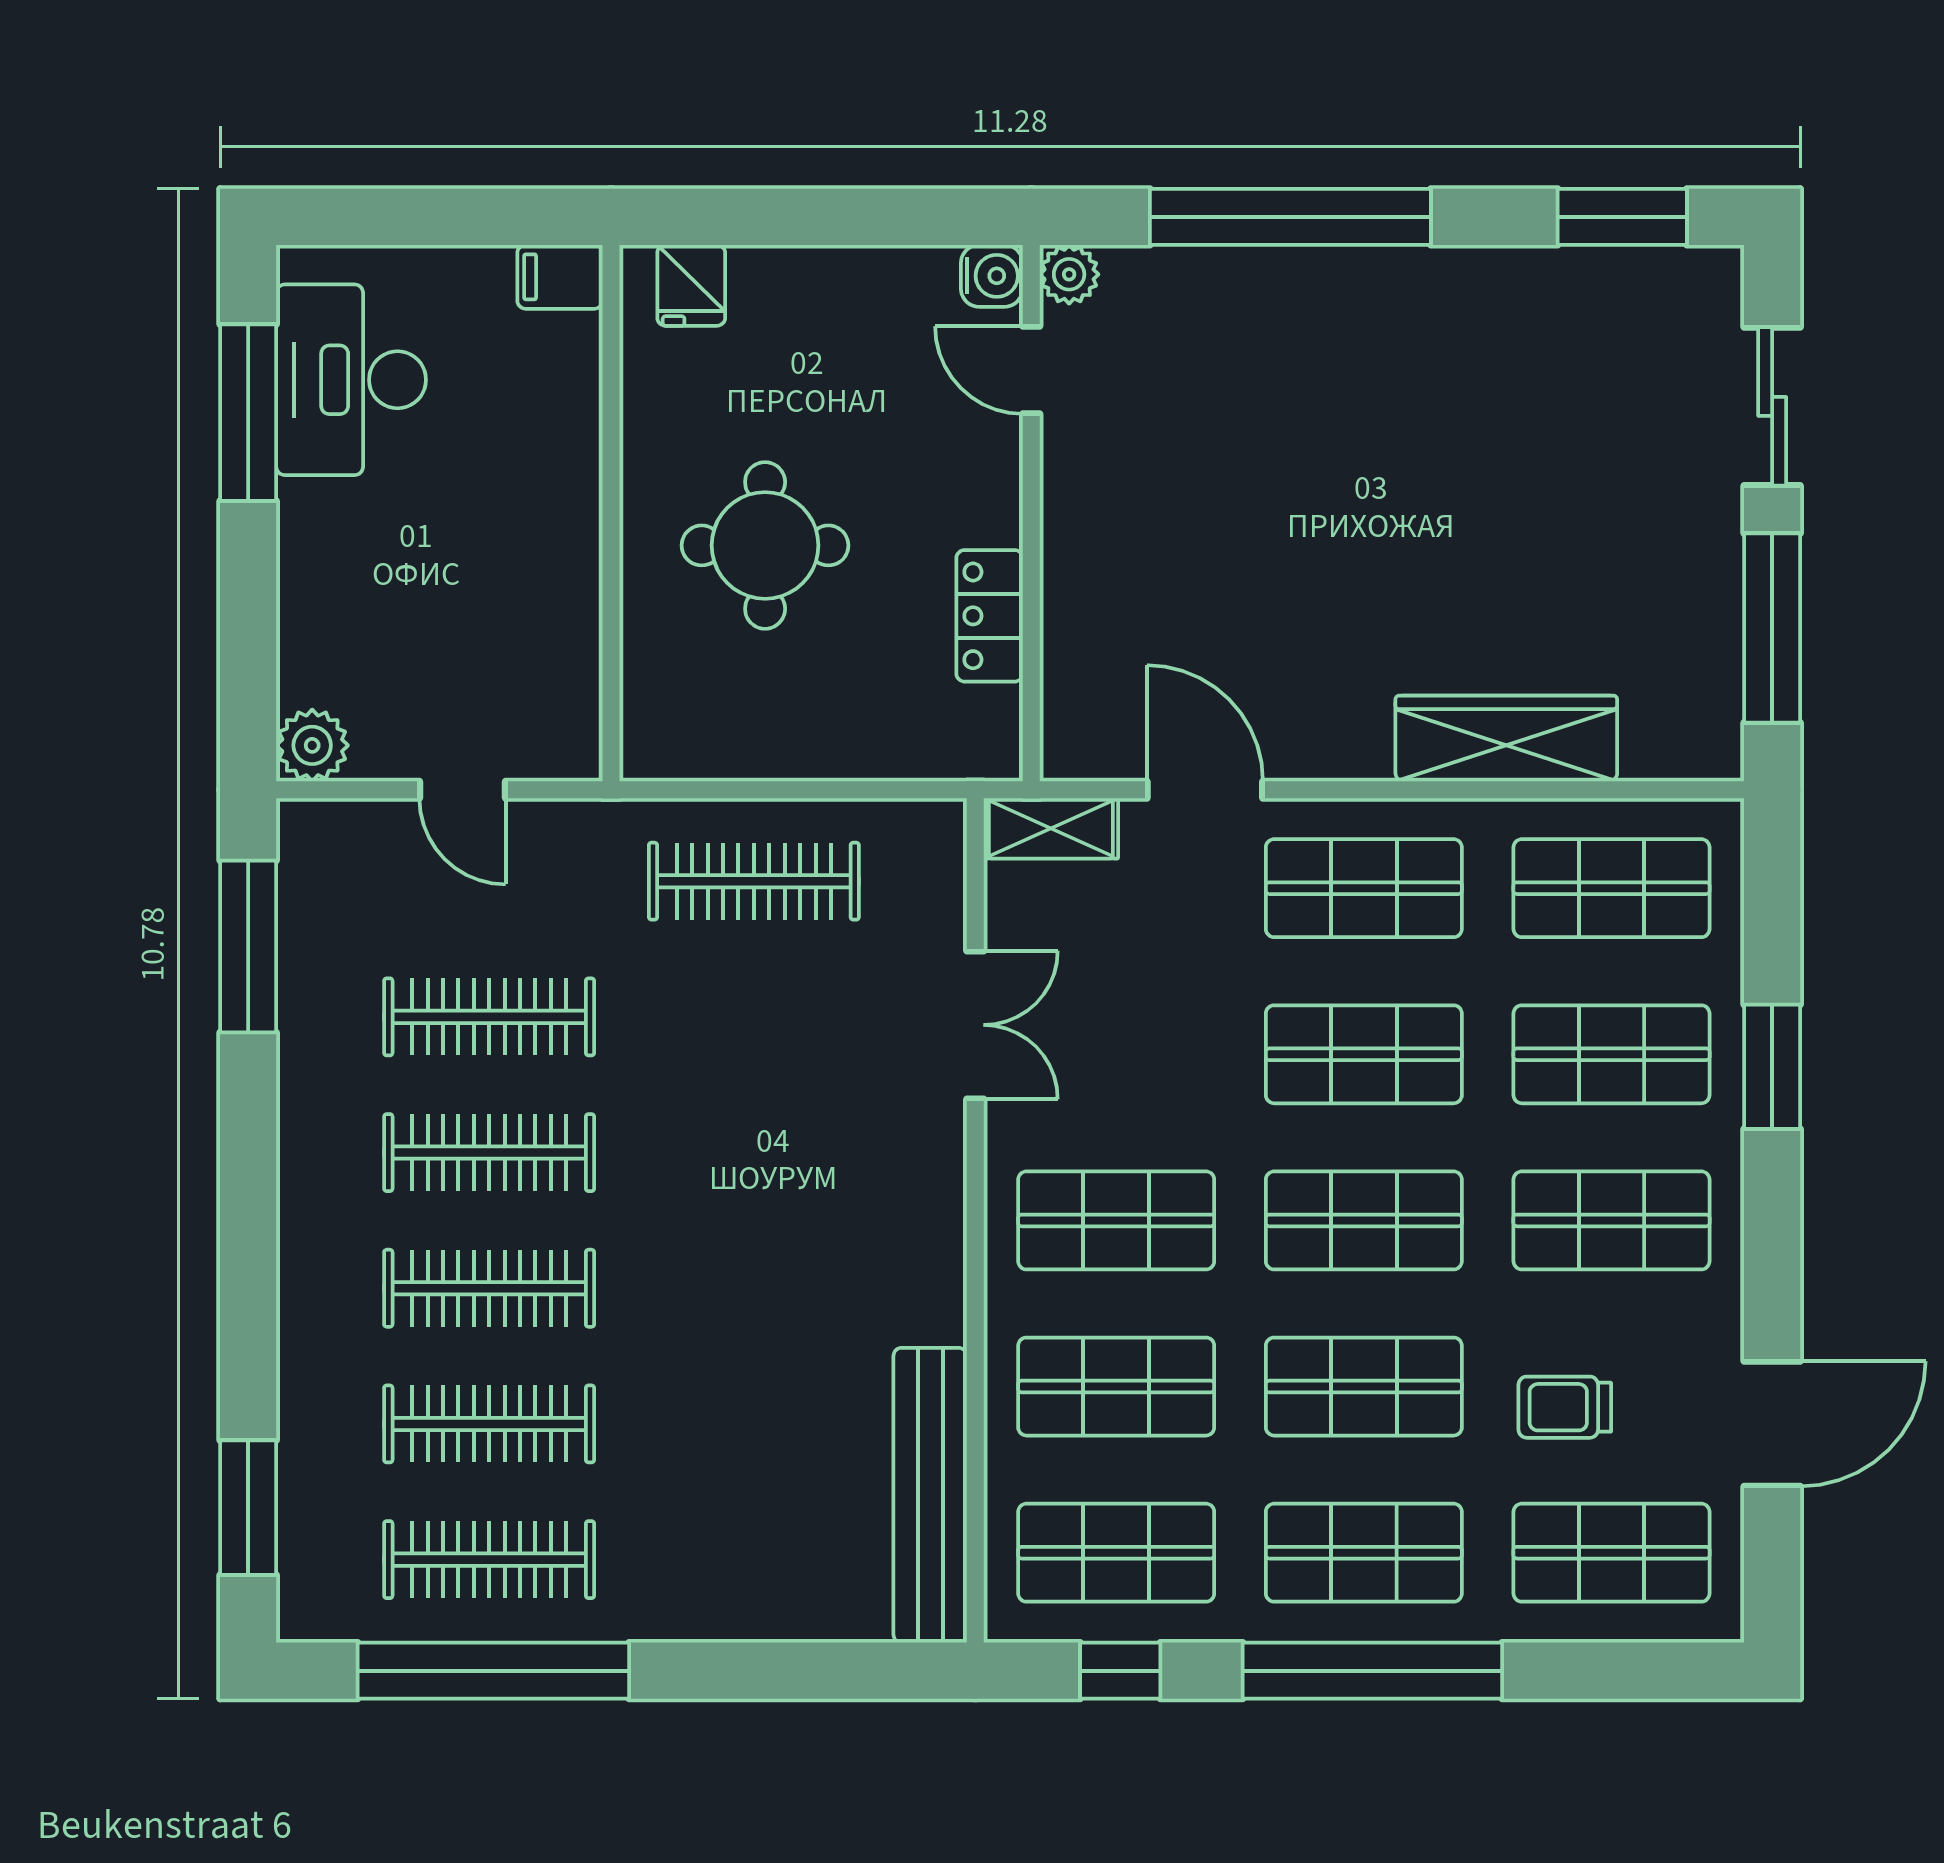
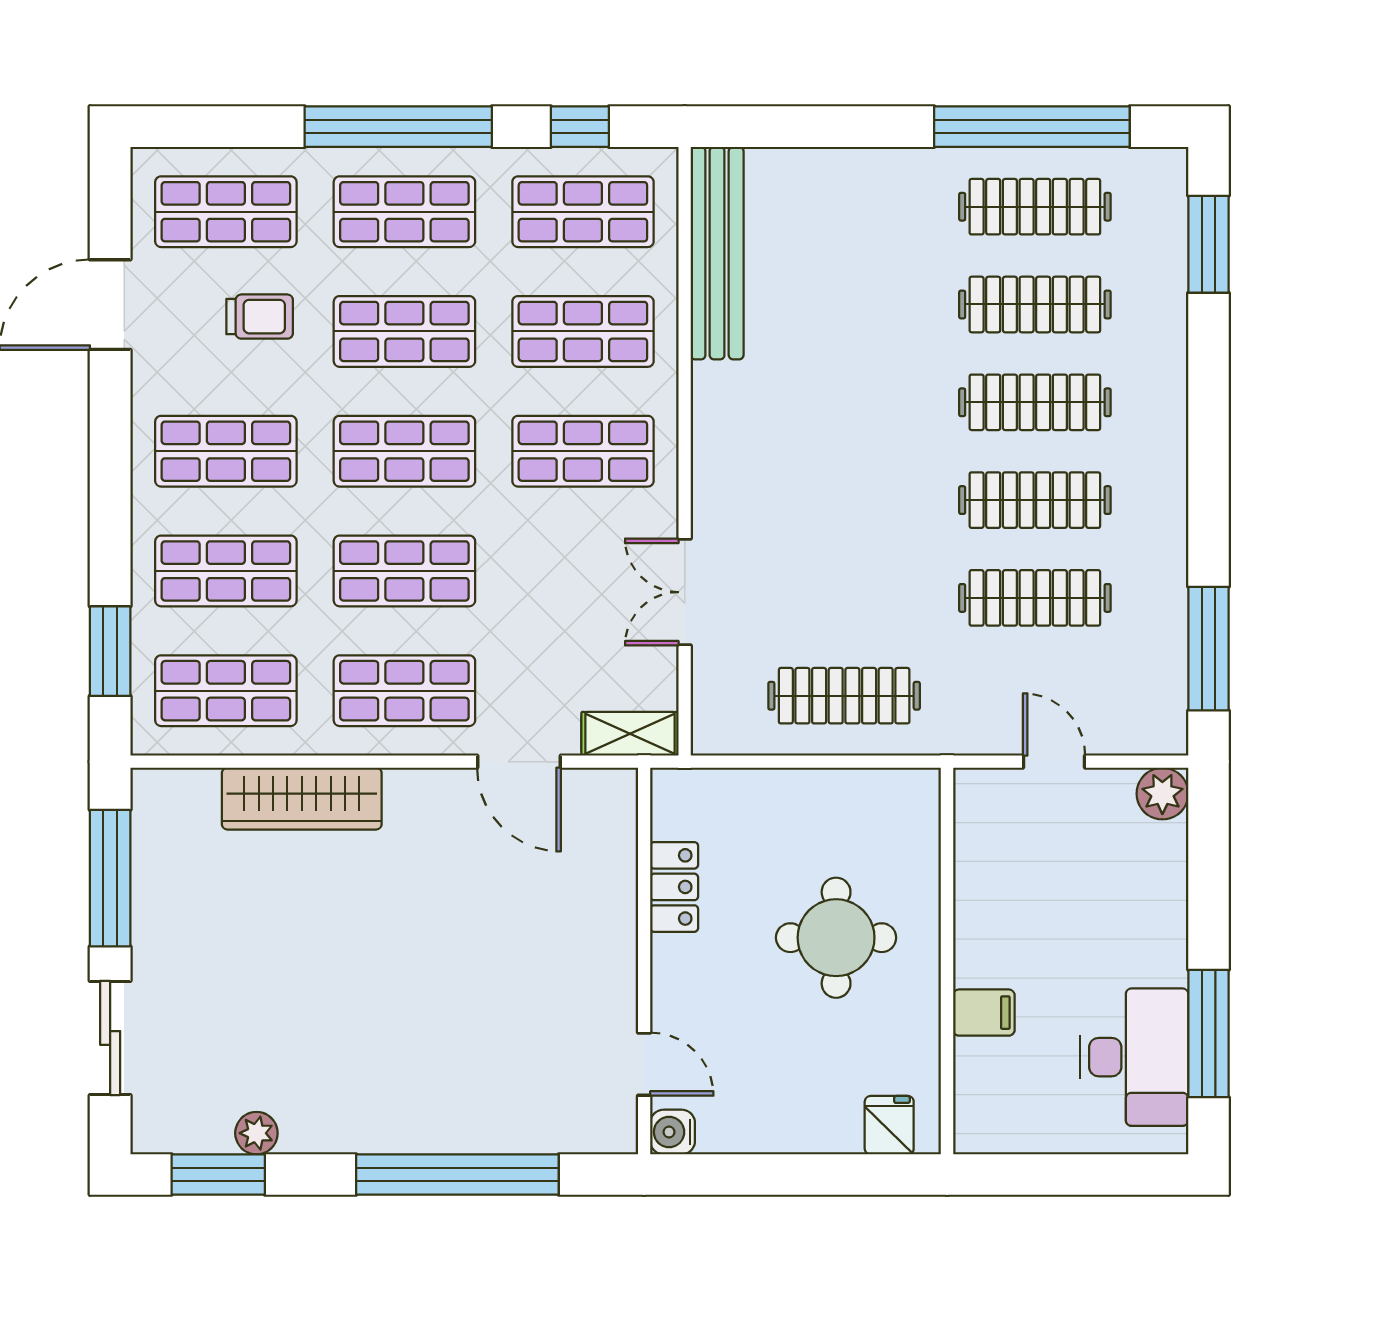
plant: (1069, 274) -> (256, 1133), moved
filing cabinet: (560, 277) -> (984, 1013), moved
window: (1772, 1067) -> (110, 651), moved

